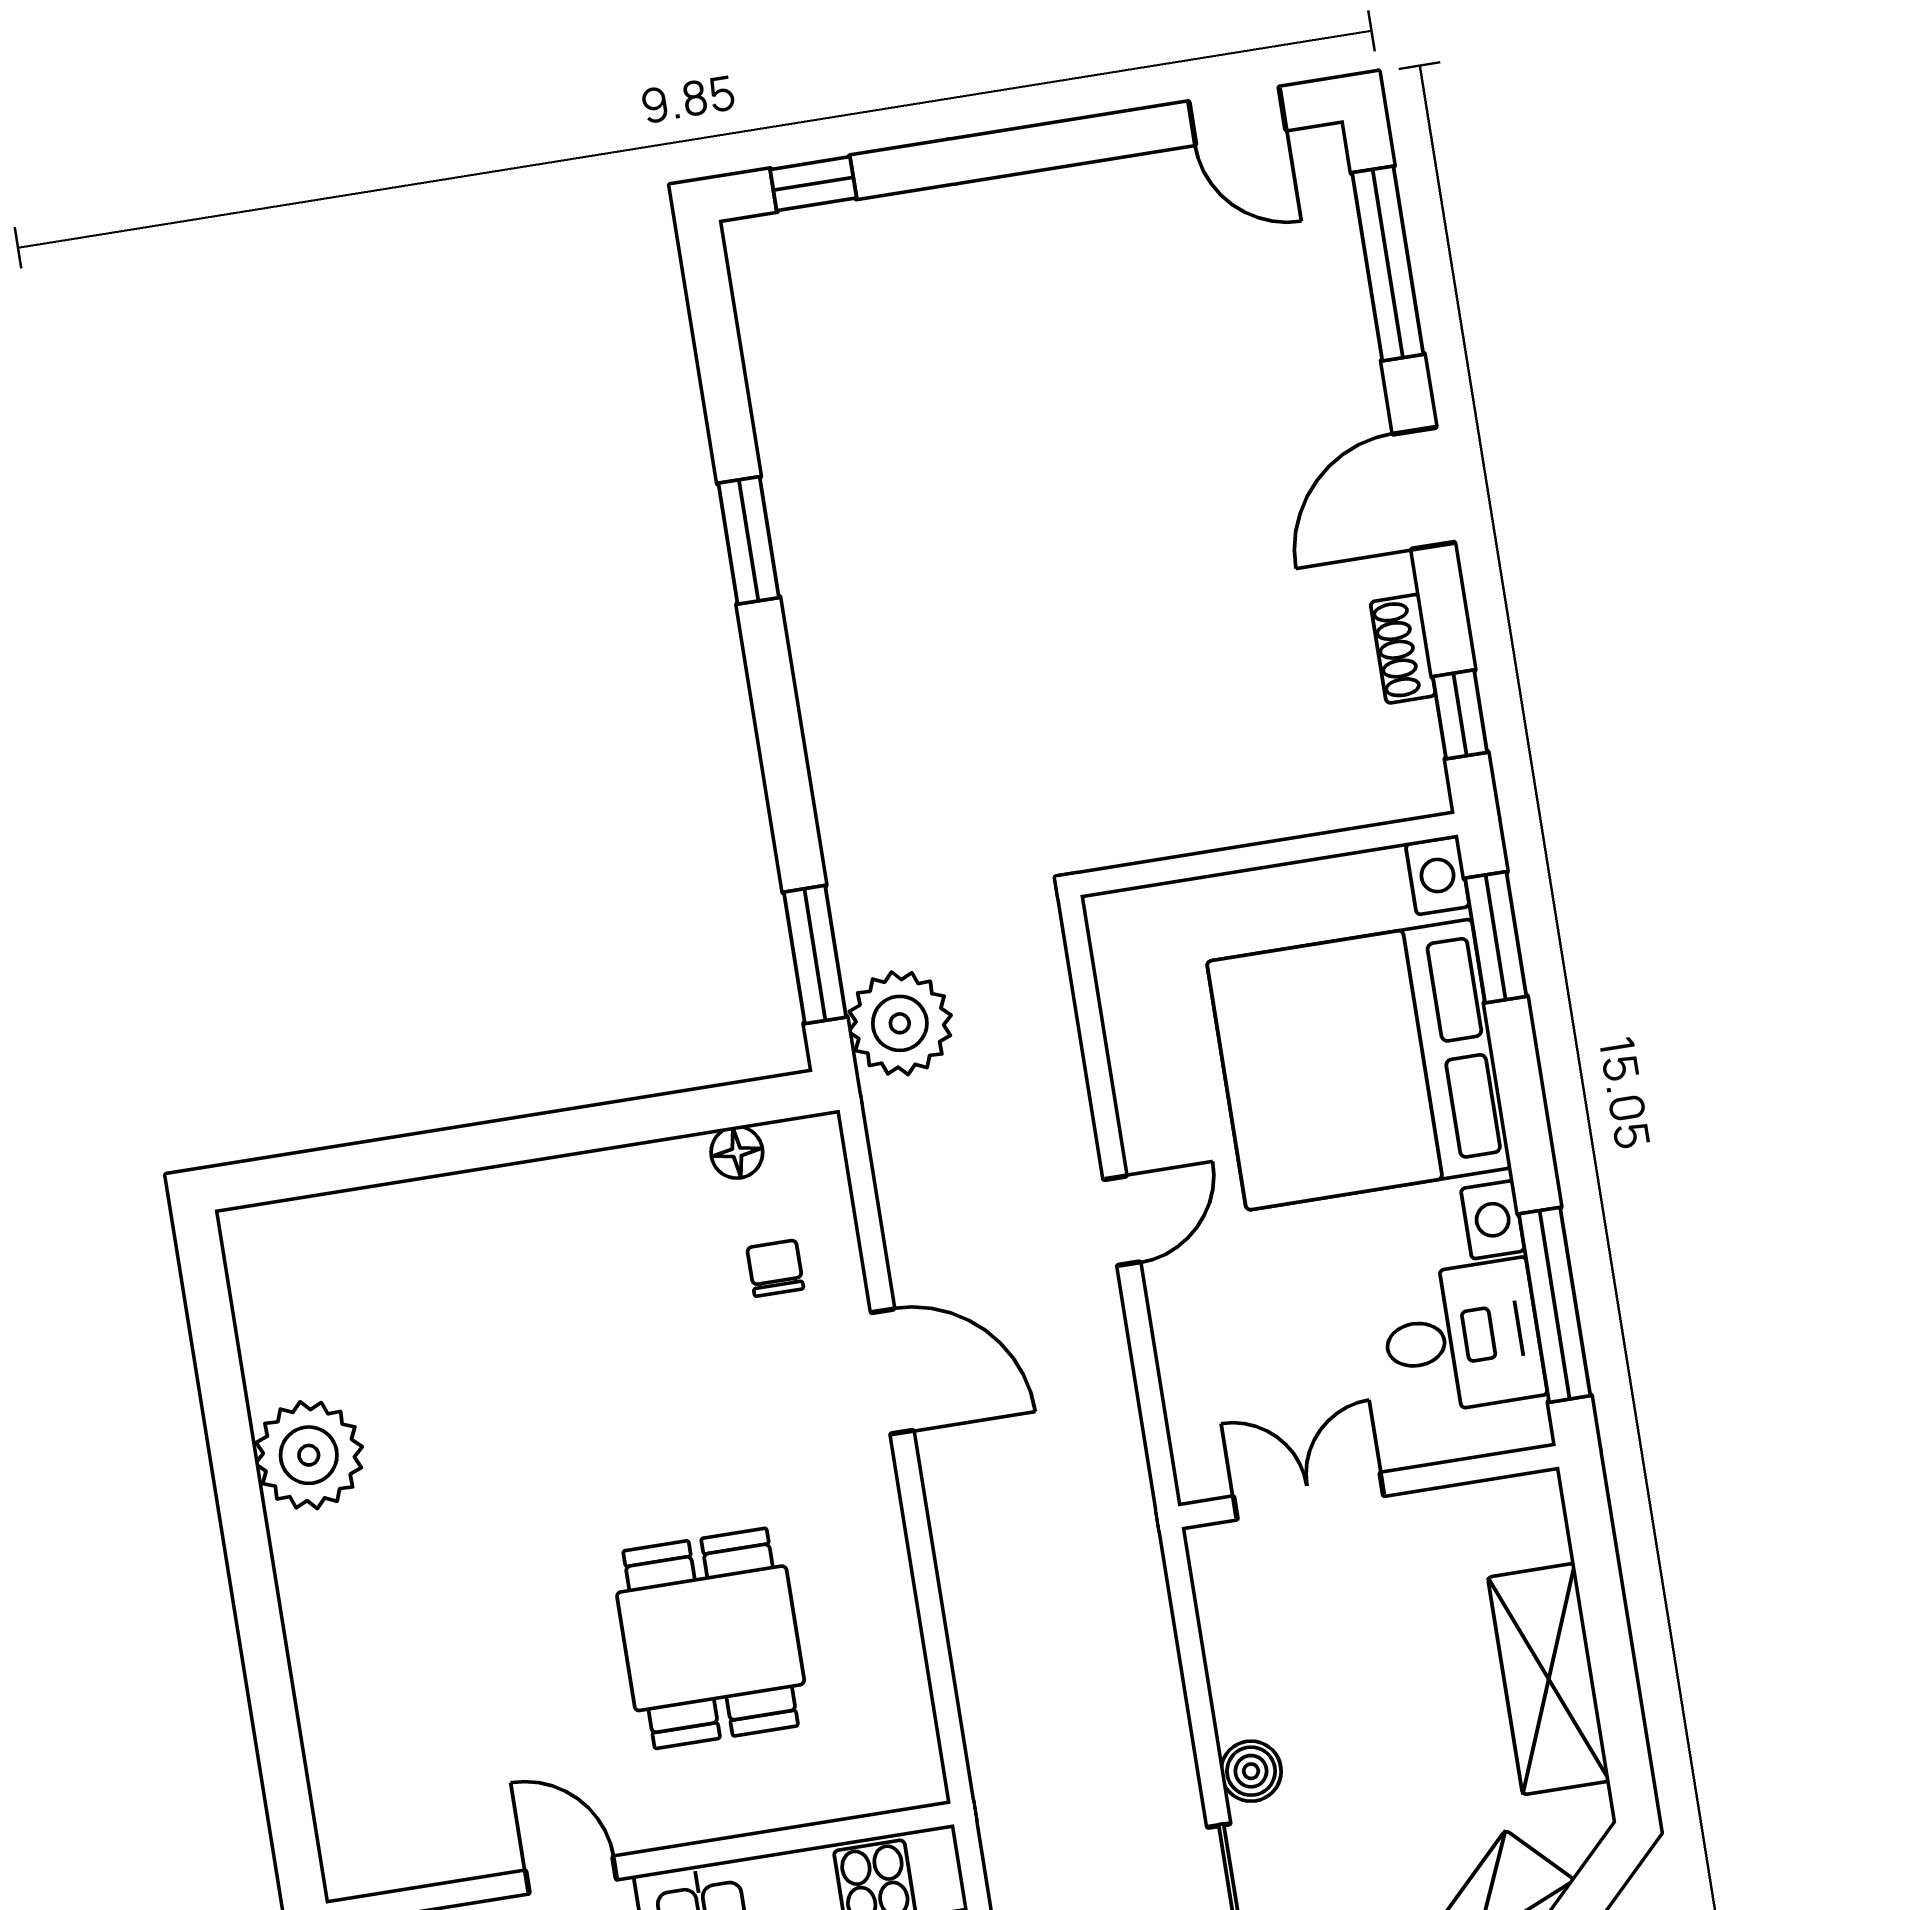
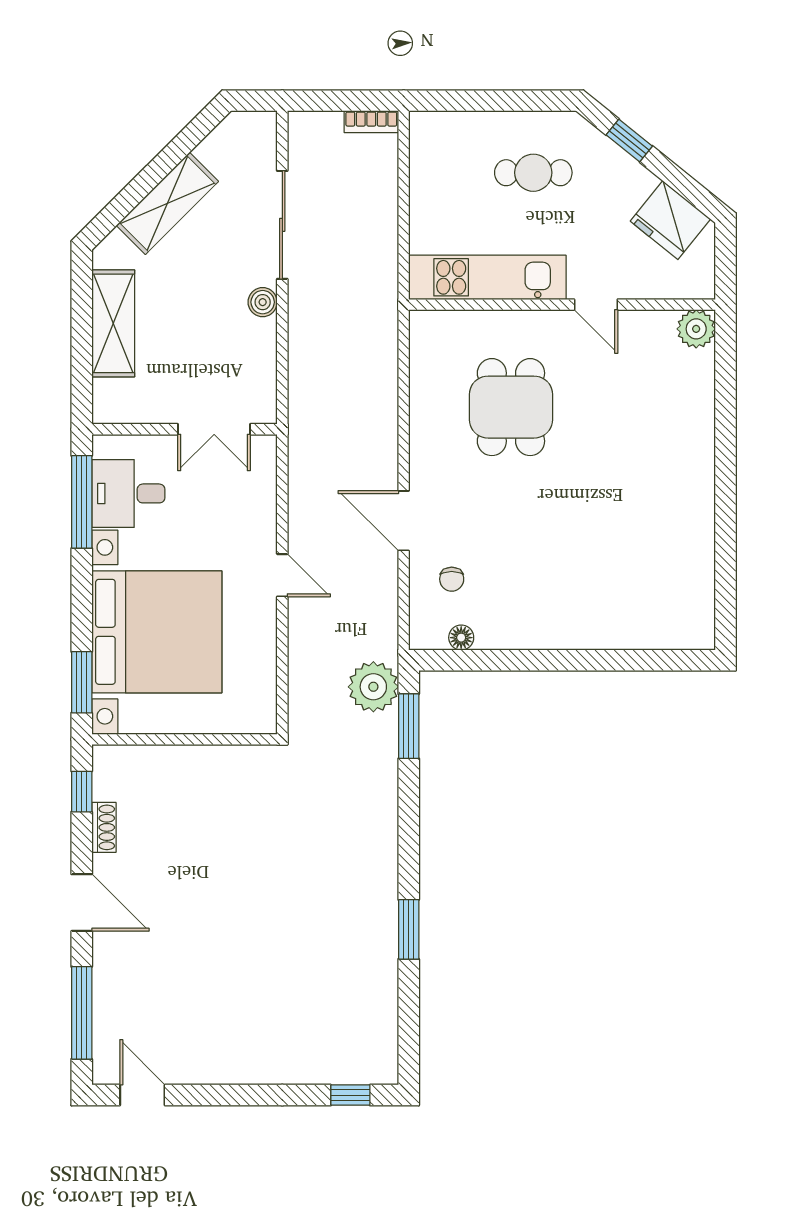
door: (1424, 488) -> (82, 903), hinge flipped
door: (1122, 1221) -> (282, 575), swing flipped
plant: (309, 1455) -> (696, 329), moved, width x0.73, depth x0.73

